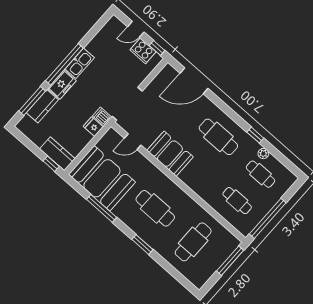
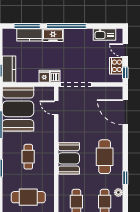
kitchen sink: (80, 63) -> (105, 35), moved
booth: (170, 154) -> (69, 158), moved
cafe table: (155, 208) -> (28, 157), width x0.73, depth x0.74

